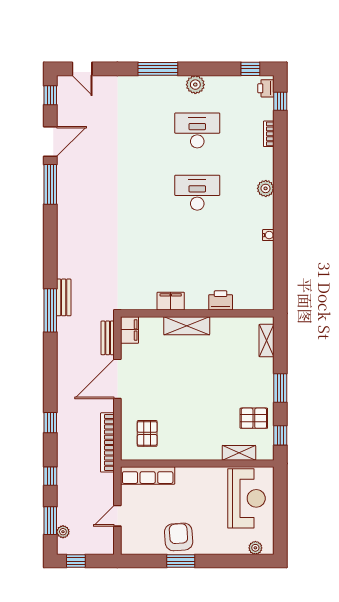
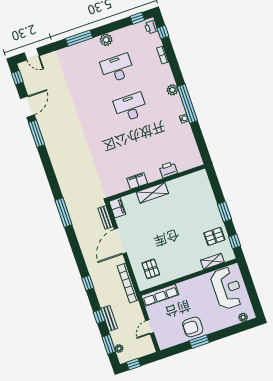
window: (280, 215) -> (187, 104), added
bench: (64, 297) -> (109, 318), moved
shelving: (267, 341) -> (206, 185), removed
armchair: (179, 537) -> (193, 327), turned -86

